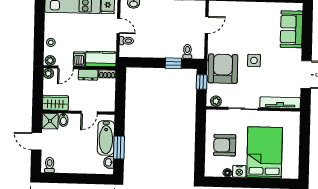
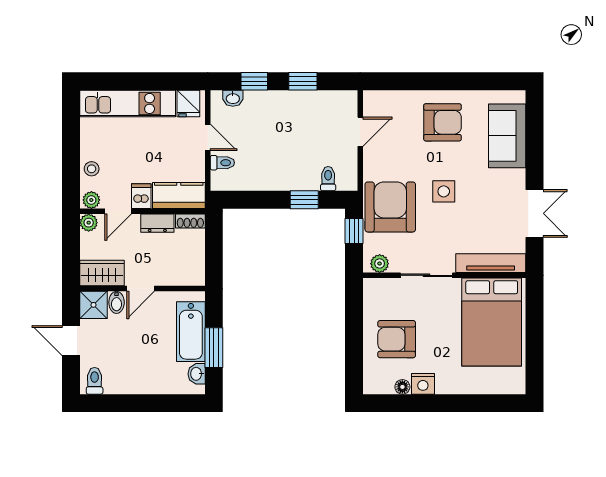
armchair: (254, 21) -> (442, 122), added
door: (89, 113) -> (141, 289), moved
bed: (265, 152) -> (492, 322), moved, turned 180

